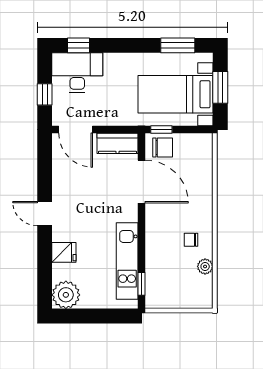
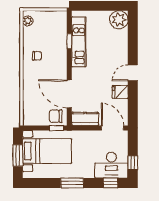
window: (178, 45) -> (72, 183), moved
window: (45, 94) -> (133, 163), moved
door: (45, 214) -> (133, 73), swing flipped
fridge: (64, 252) -> (120, 92), moved
plant: (205, 267) -> (28, 21), moved
window: (142, 284) -> (69, 41), moved

